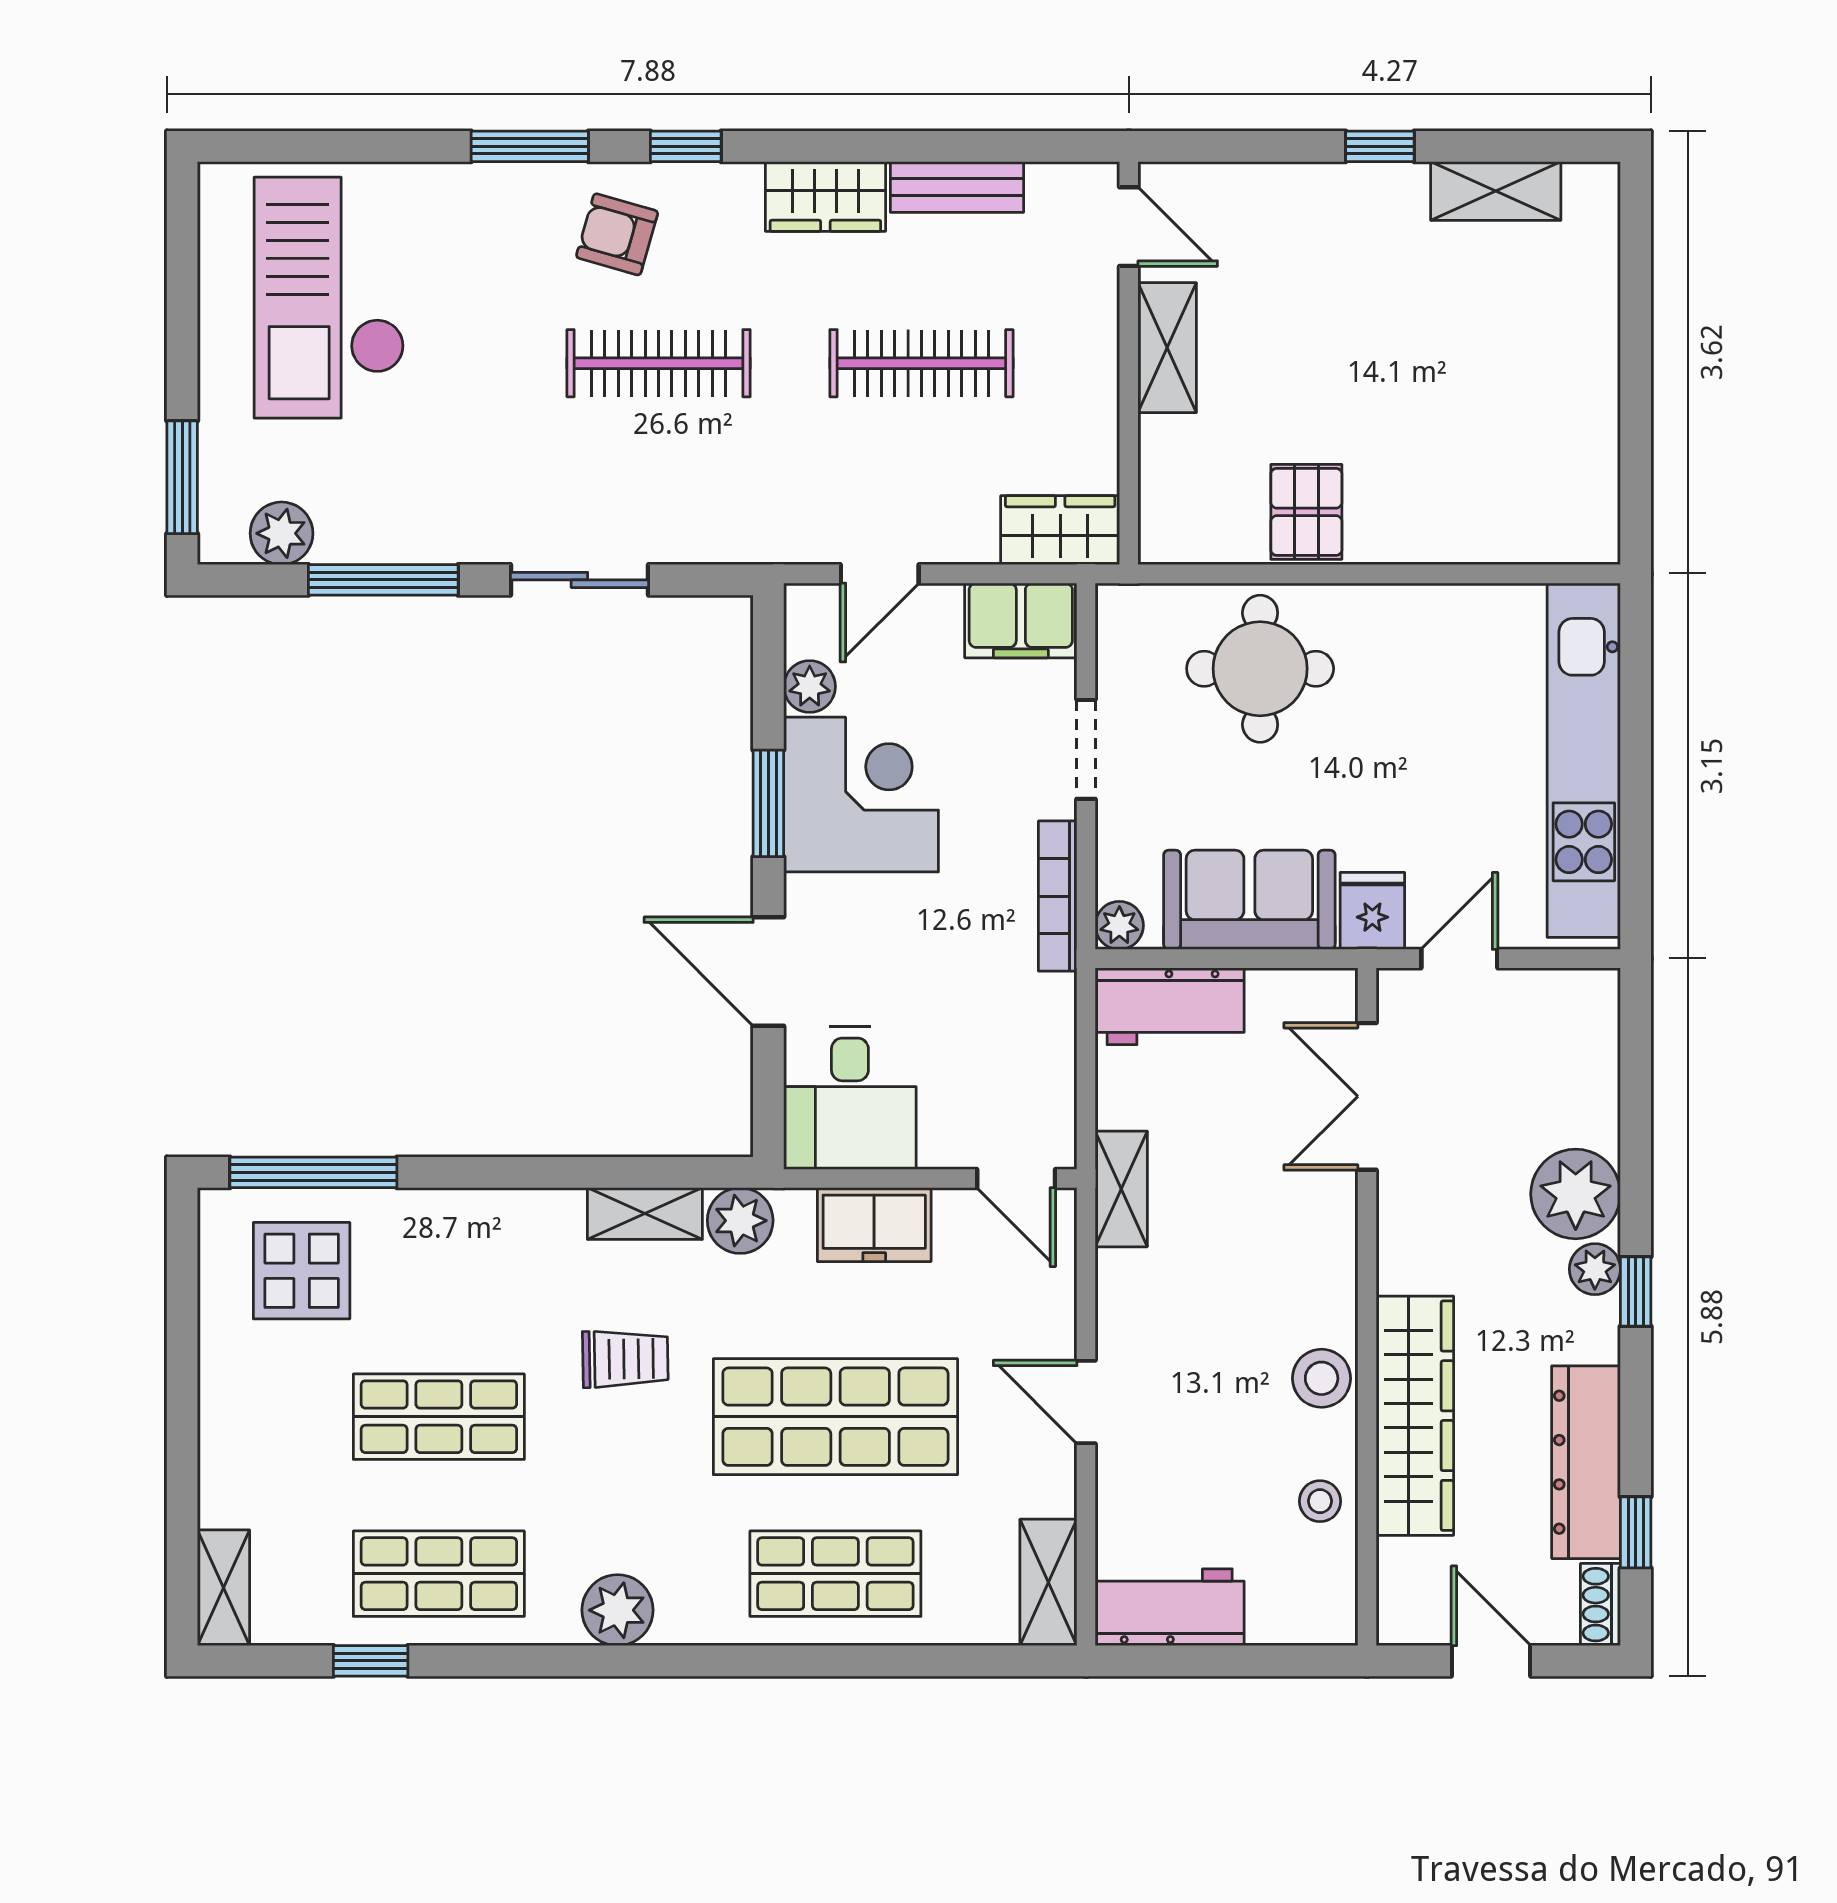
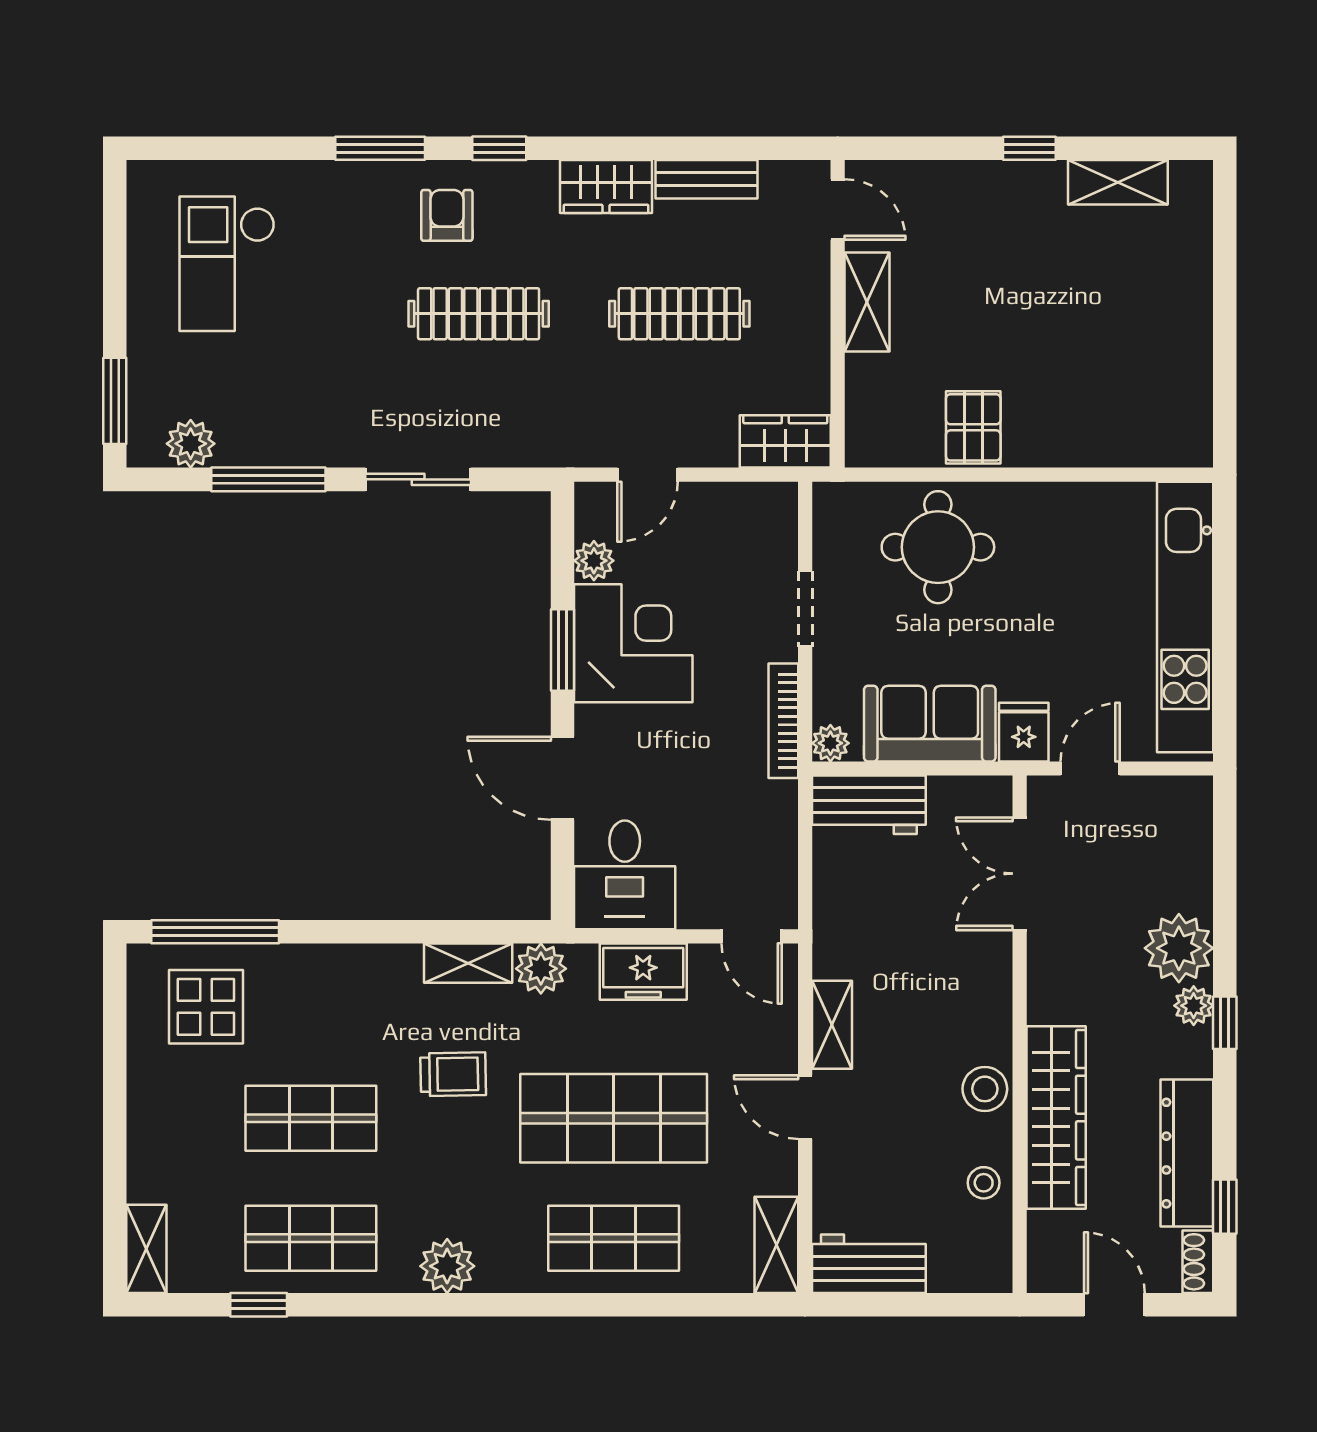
armchair: (617, 234) -> (447, 215), turned 74
checkout: (329, 298) -> (227, 264), width x0.73, depth x0.83
filing cabinet: (1021, 620) -> (755, 510), removed
shelving: (1121, 1189) -> (832, 1025), moved

